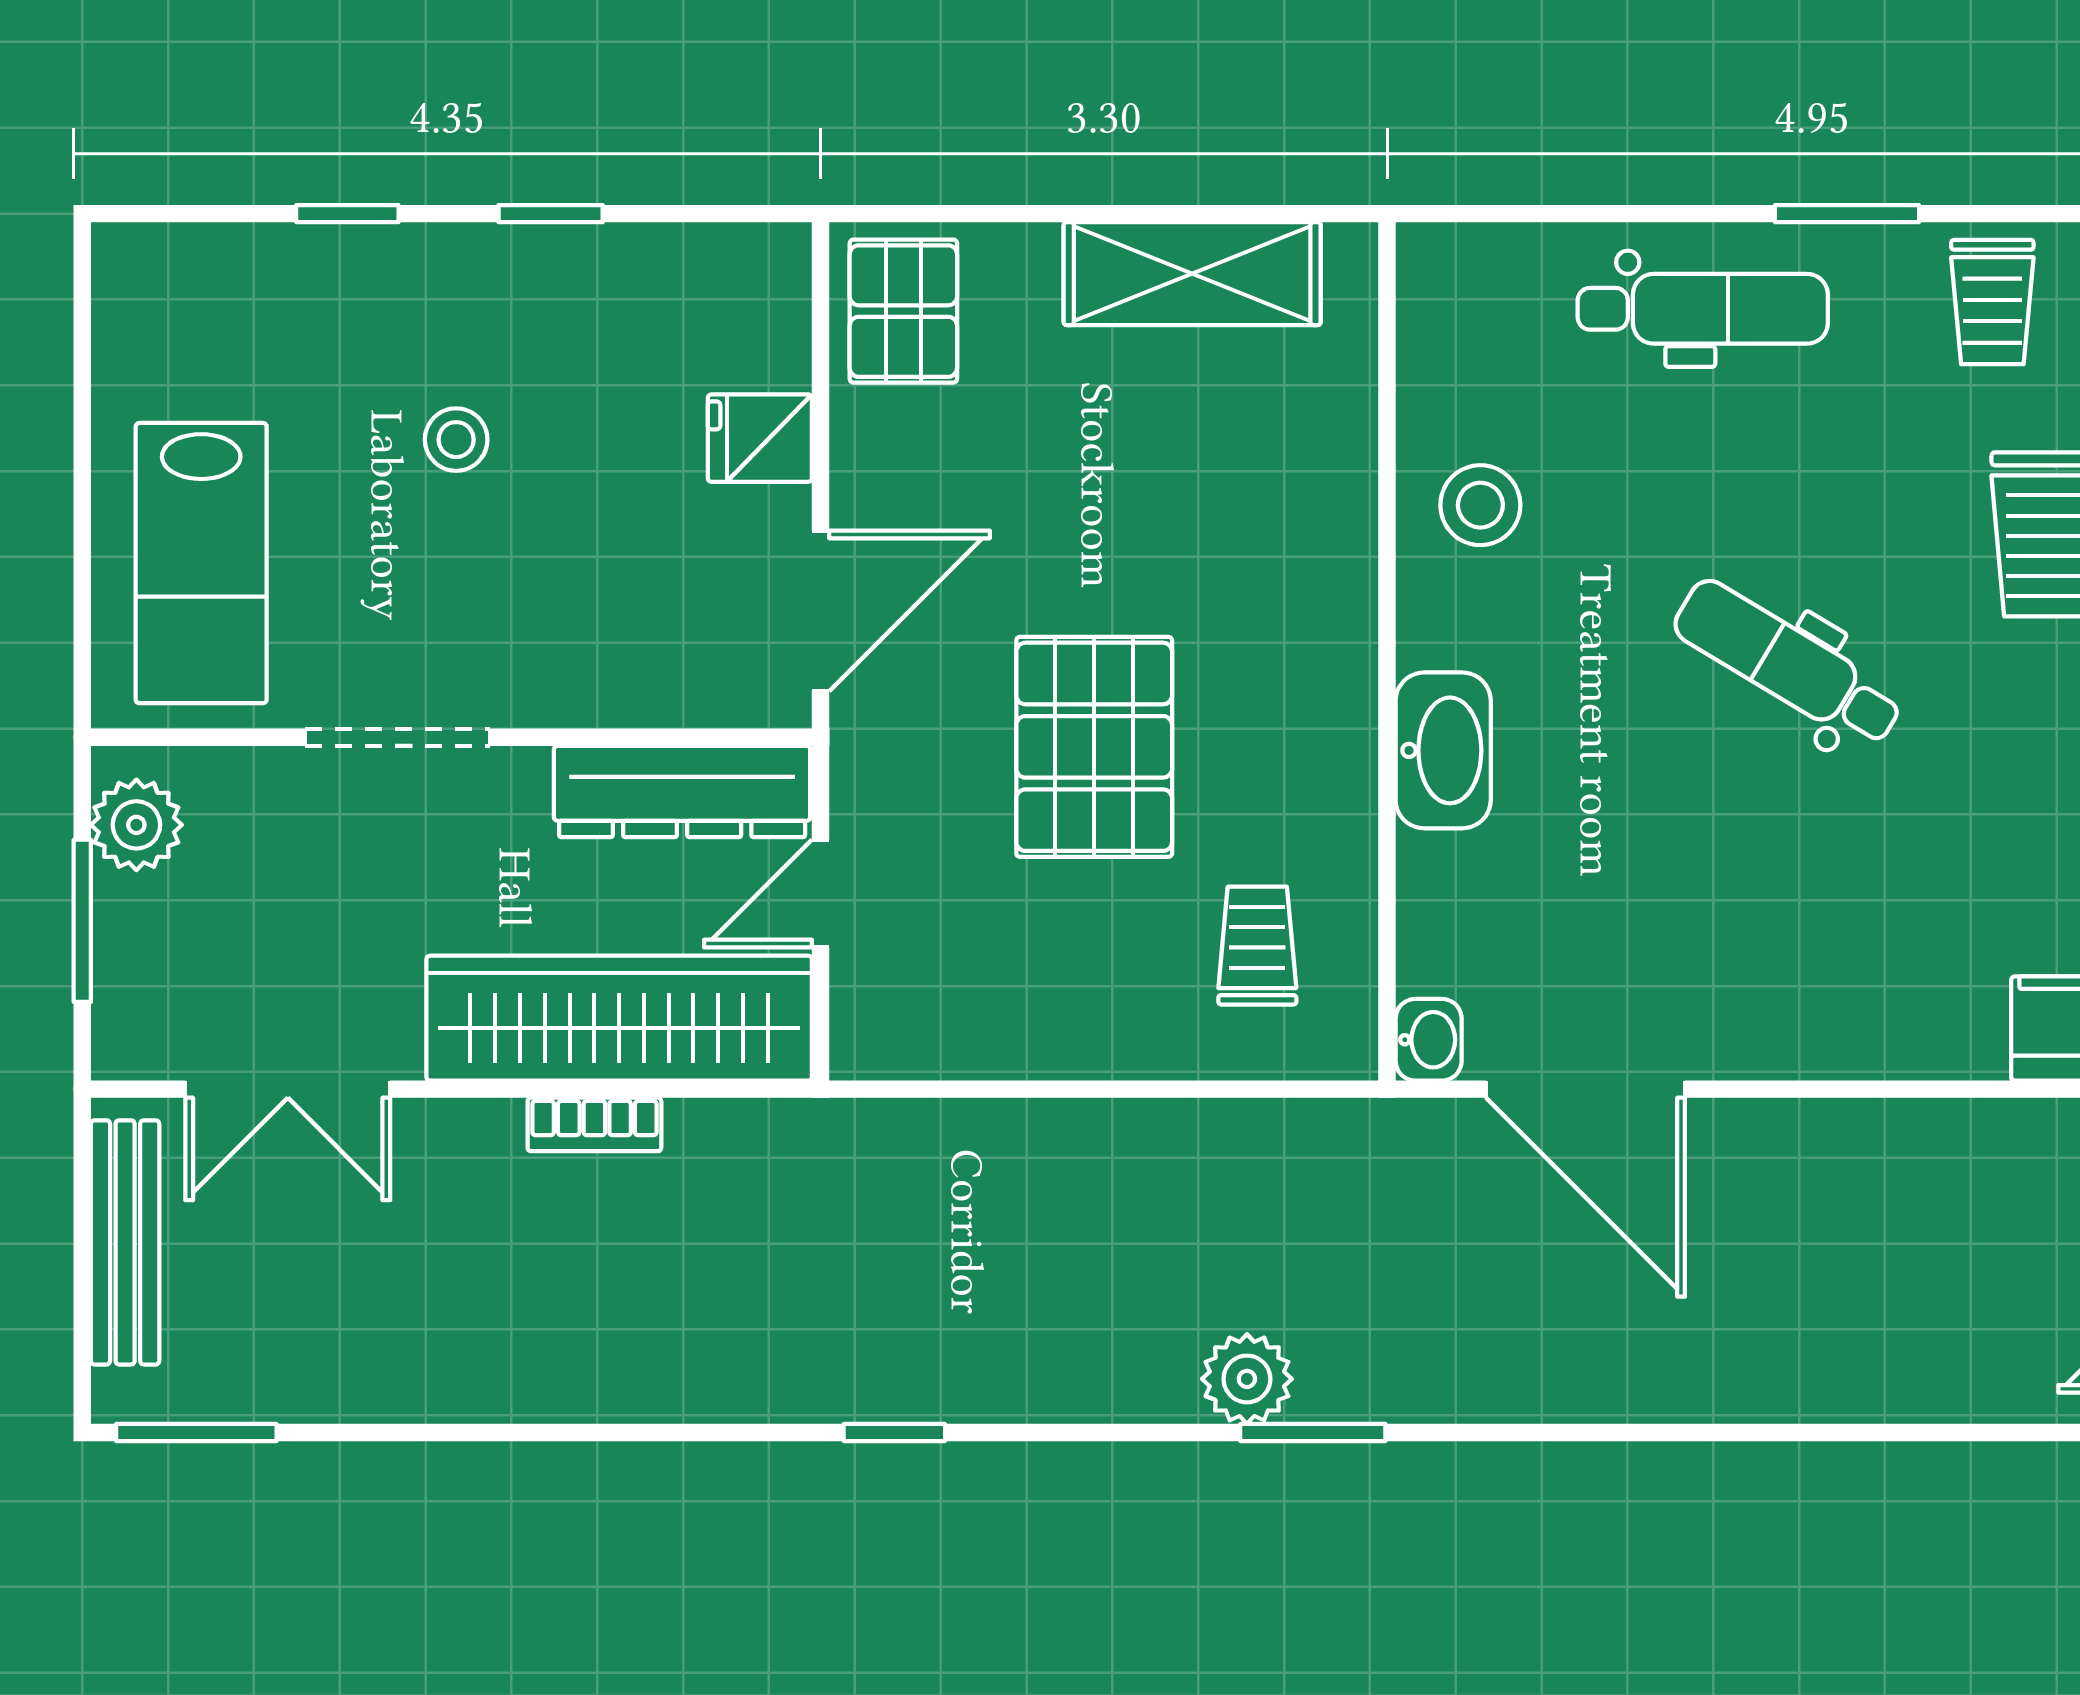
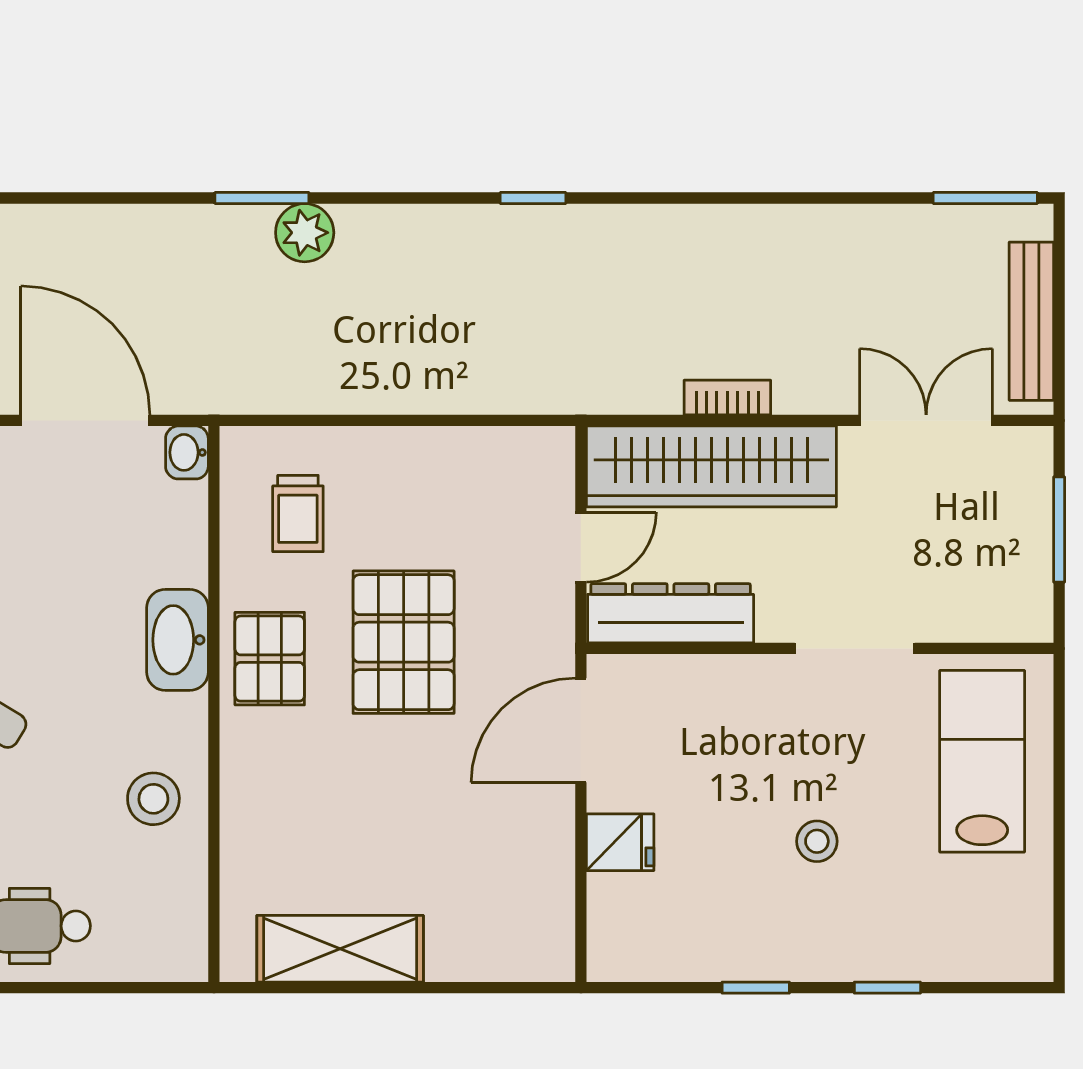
pallet: (903, 311) -> (270, 659), moved
plant: (136, 825) -> (1024, 592), removed

